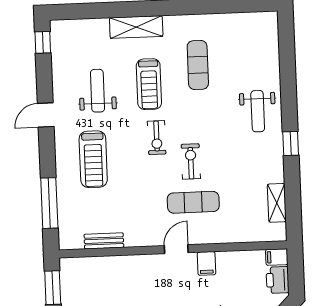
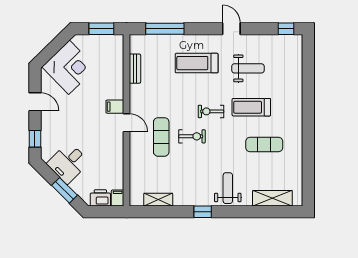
shelving: (136, 27) -> (272, 198), moved, turned 90
weight bench: (258, 111) -> (228, 188), turned 90
filing cabinet: (206, 263) -> (115, 107), moved

